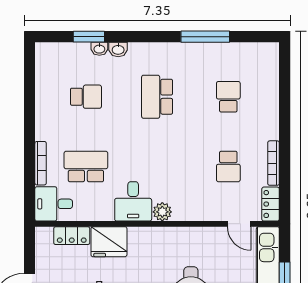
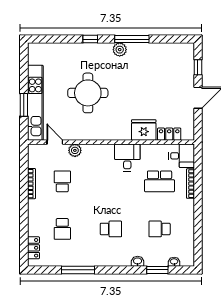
washbasin: (99, 49) -> (174, 262), moved
school desk: (157, 97) -> (111, 229), width x0.54
locker: (271, 204) -> (33, 248), moved
plant: (162, 212) -> (75, 150), moved

